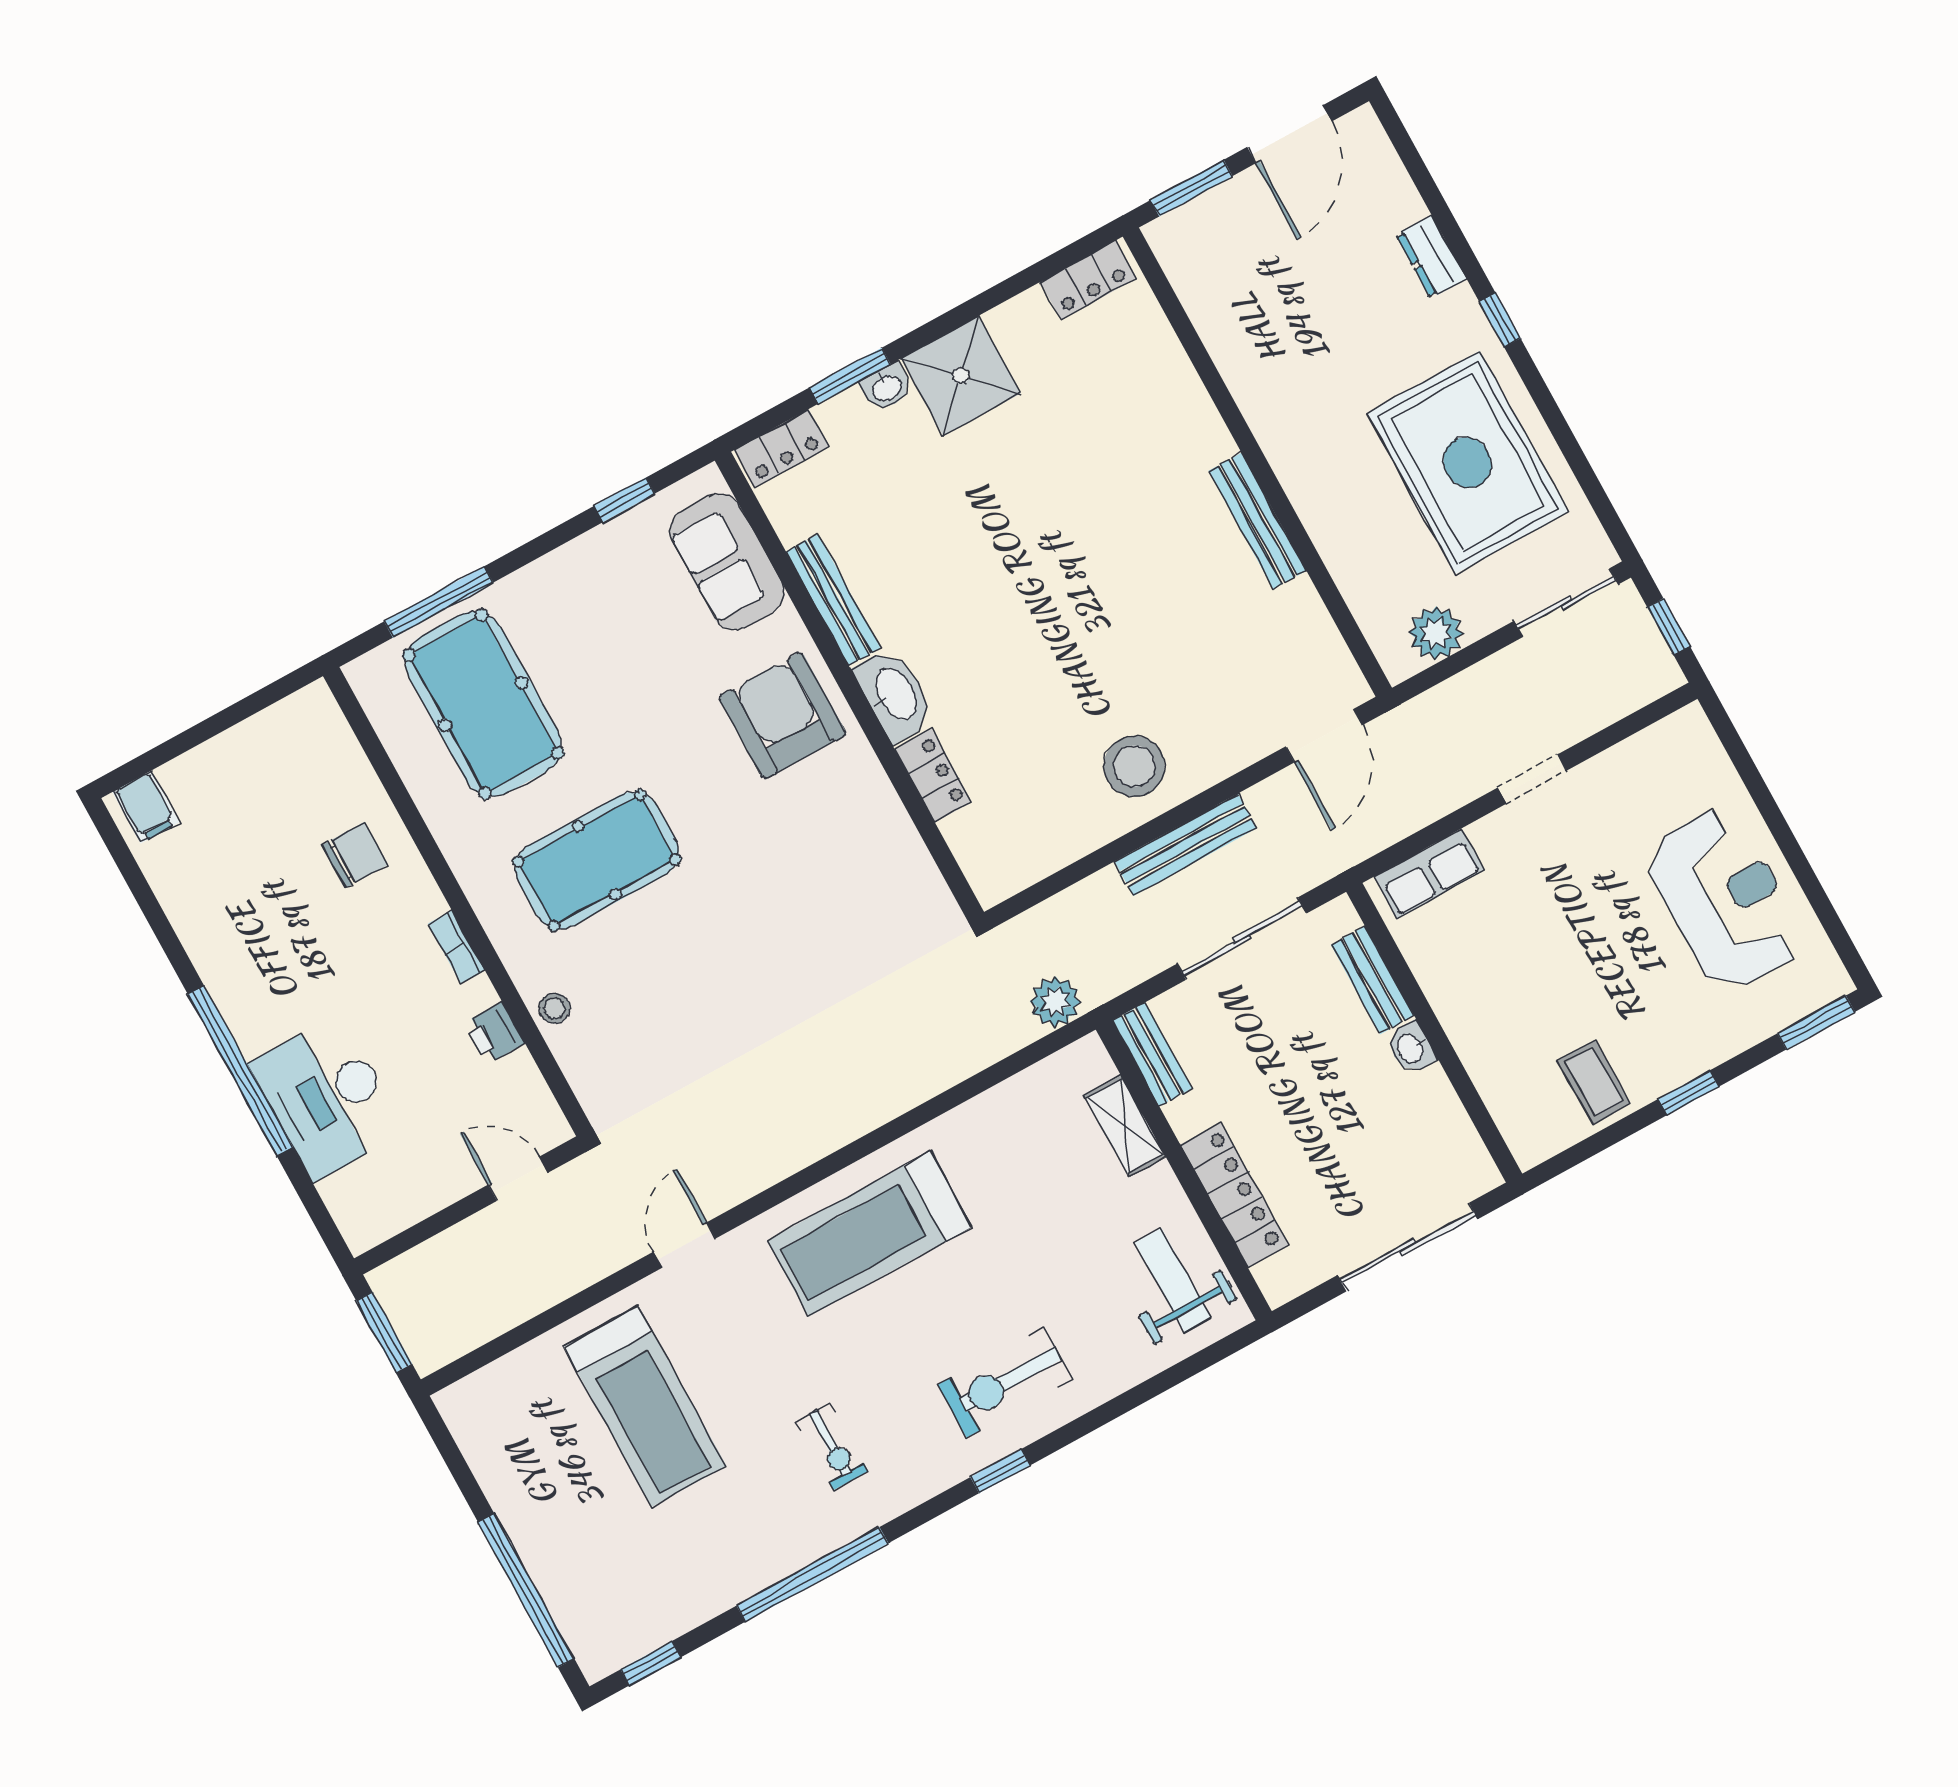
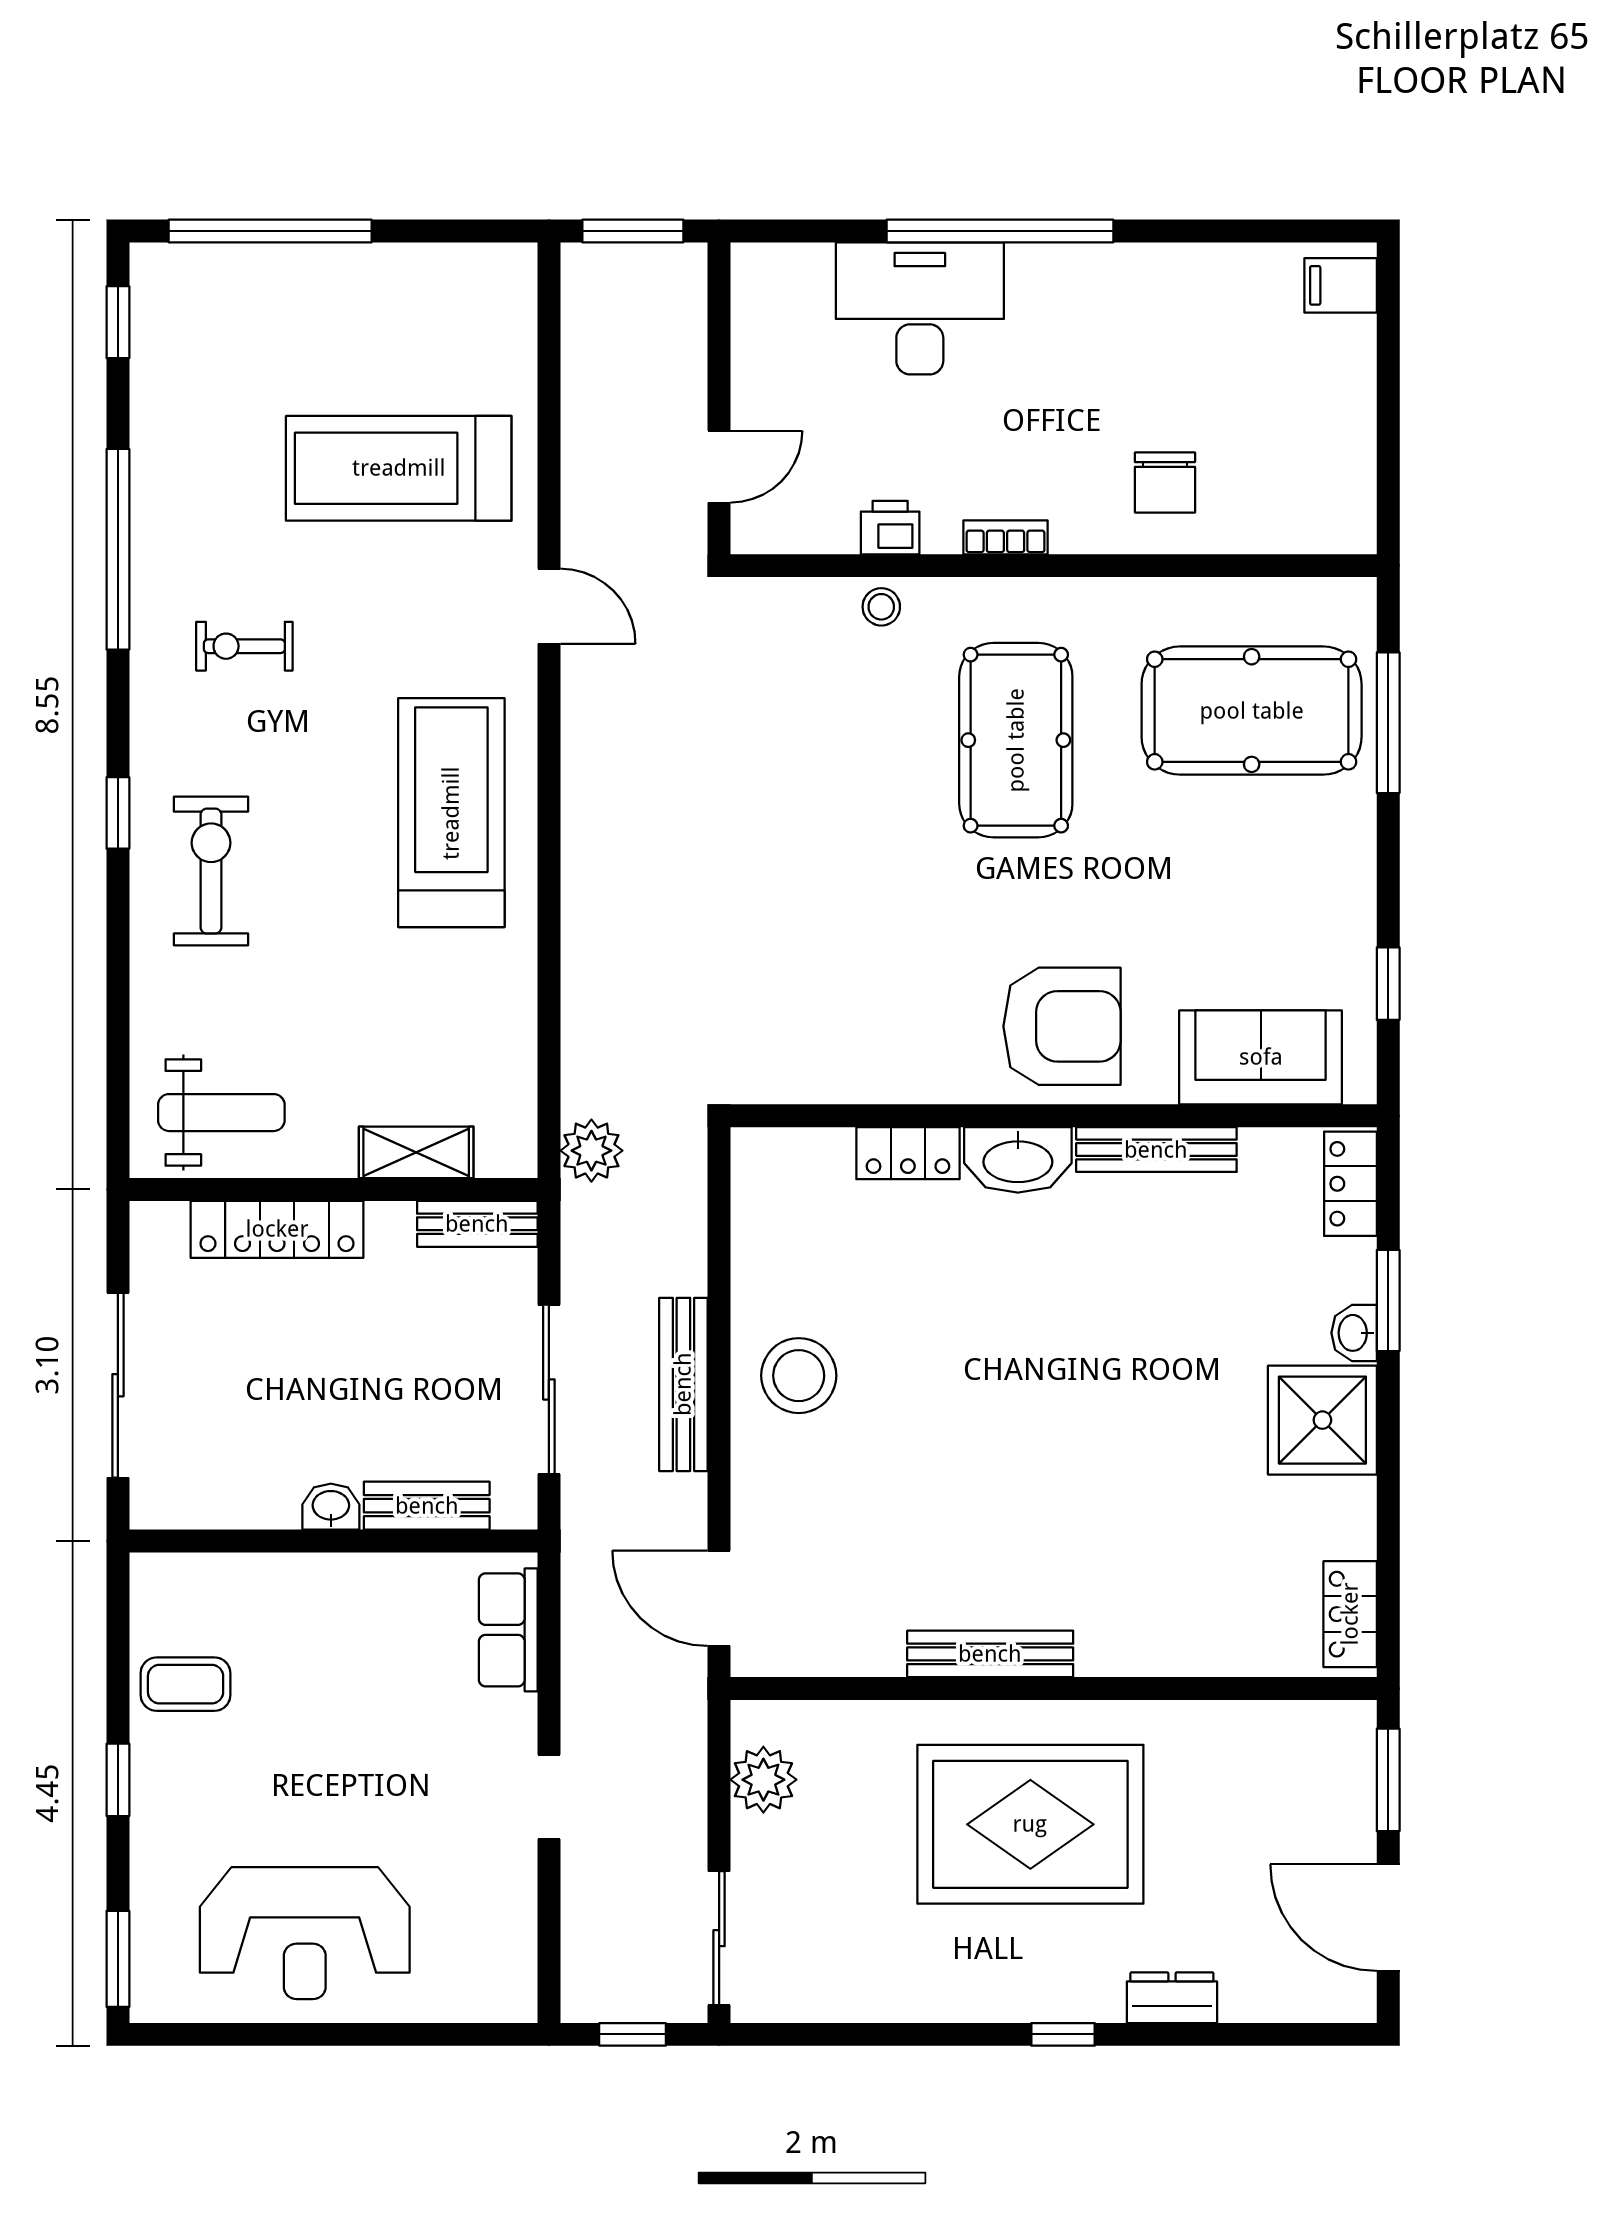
rug: (1467, 462) -> (1030, 1824), moved

